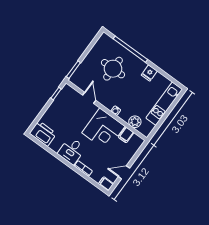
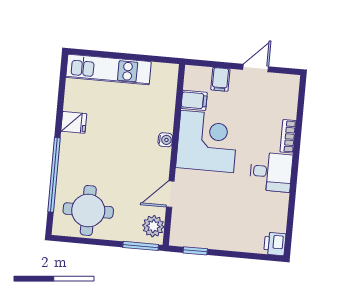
round table: (113, 69) -> (88, 210), moved
plant: (135, 122) -> (153, 226), moved
printer: (43, 133) -> (275, 244), width x0.53, depth x0.68
door: (124, 172) -> (256, 68), swing flipped
filing cabinet: (106, 184) -> (220, 79), moved

